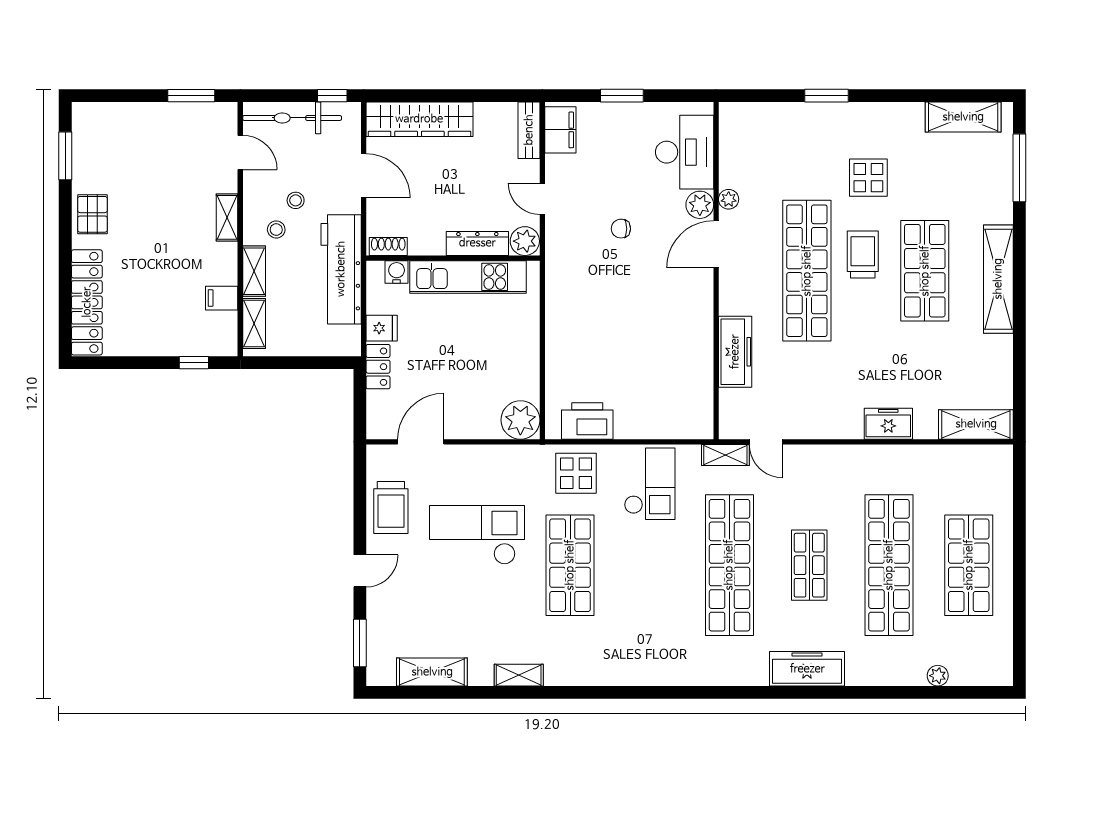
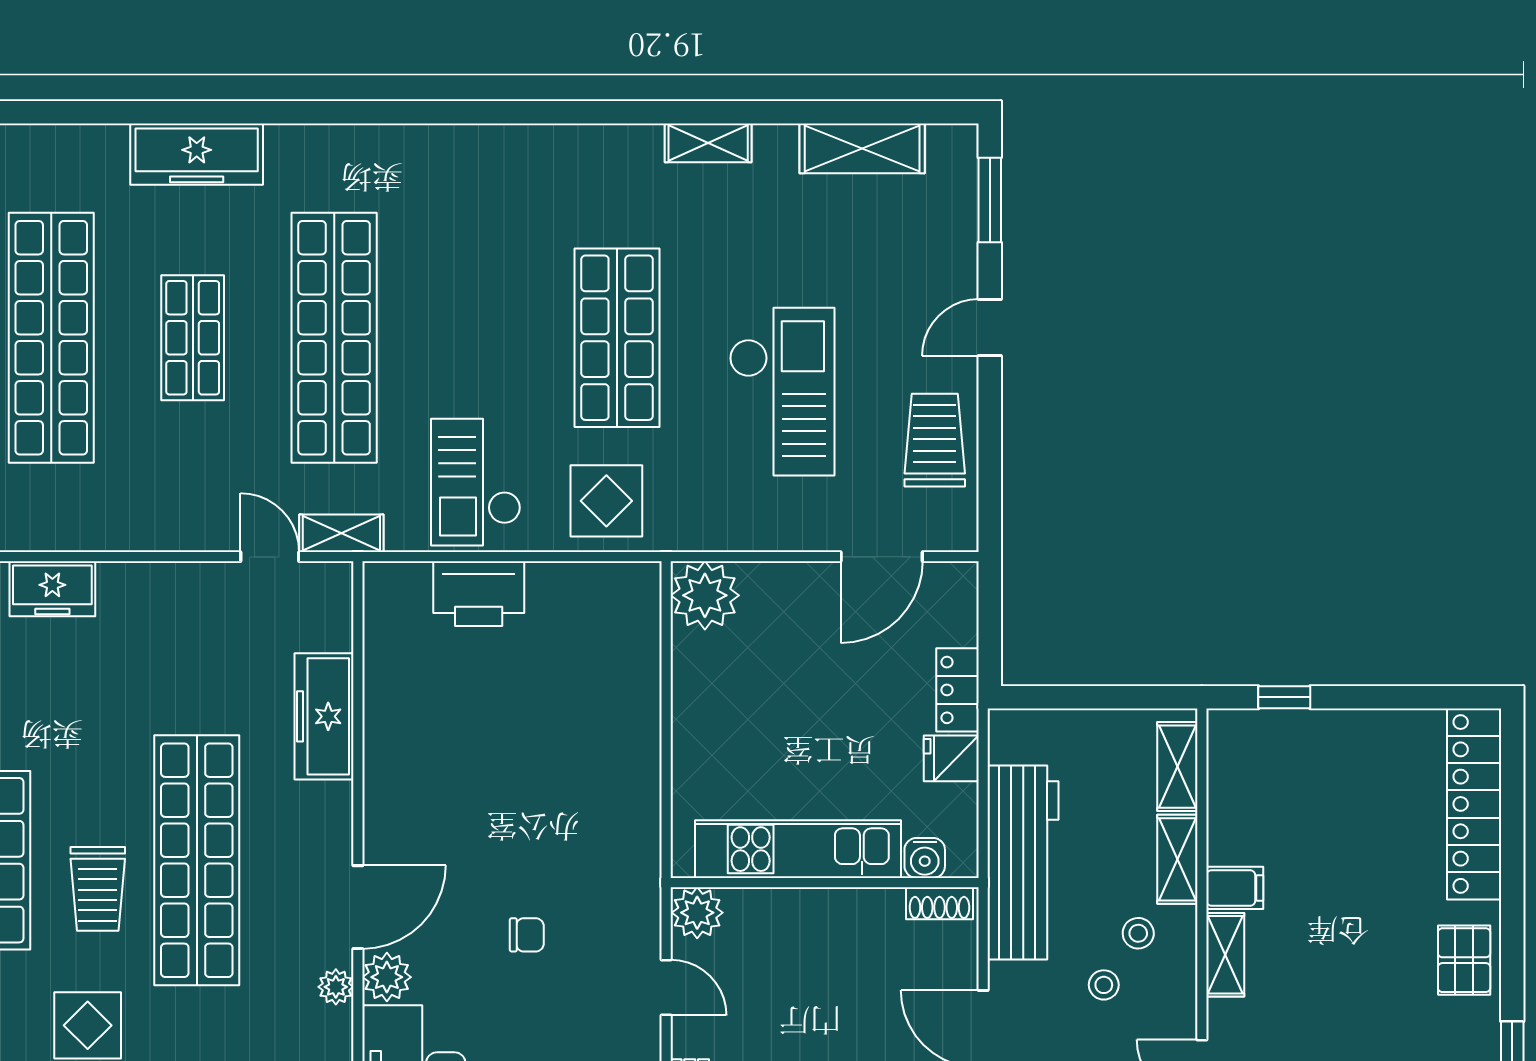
dresser: (477, 243) -> (781, 908), removed
filing cabinet: (222, 298) -> (1235, 888), moved
printer: (587, 421) -> (479, 594), moved
checkout: (477, 535) -> (782, 392), turned -90

